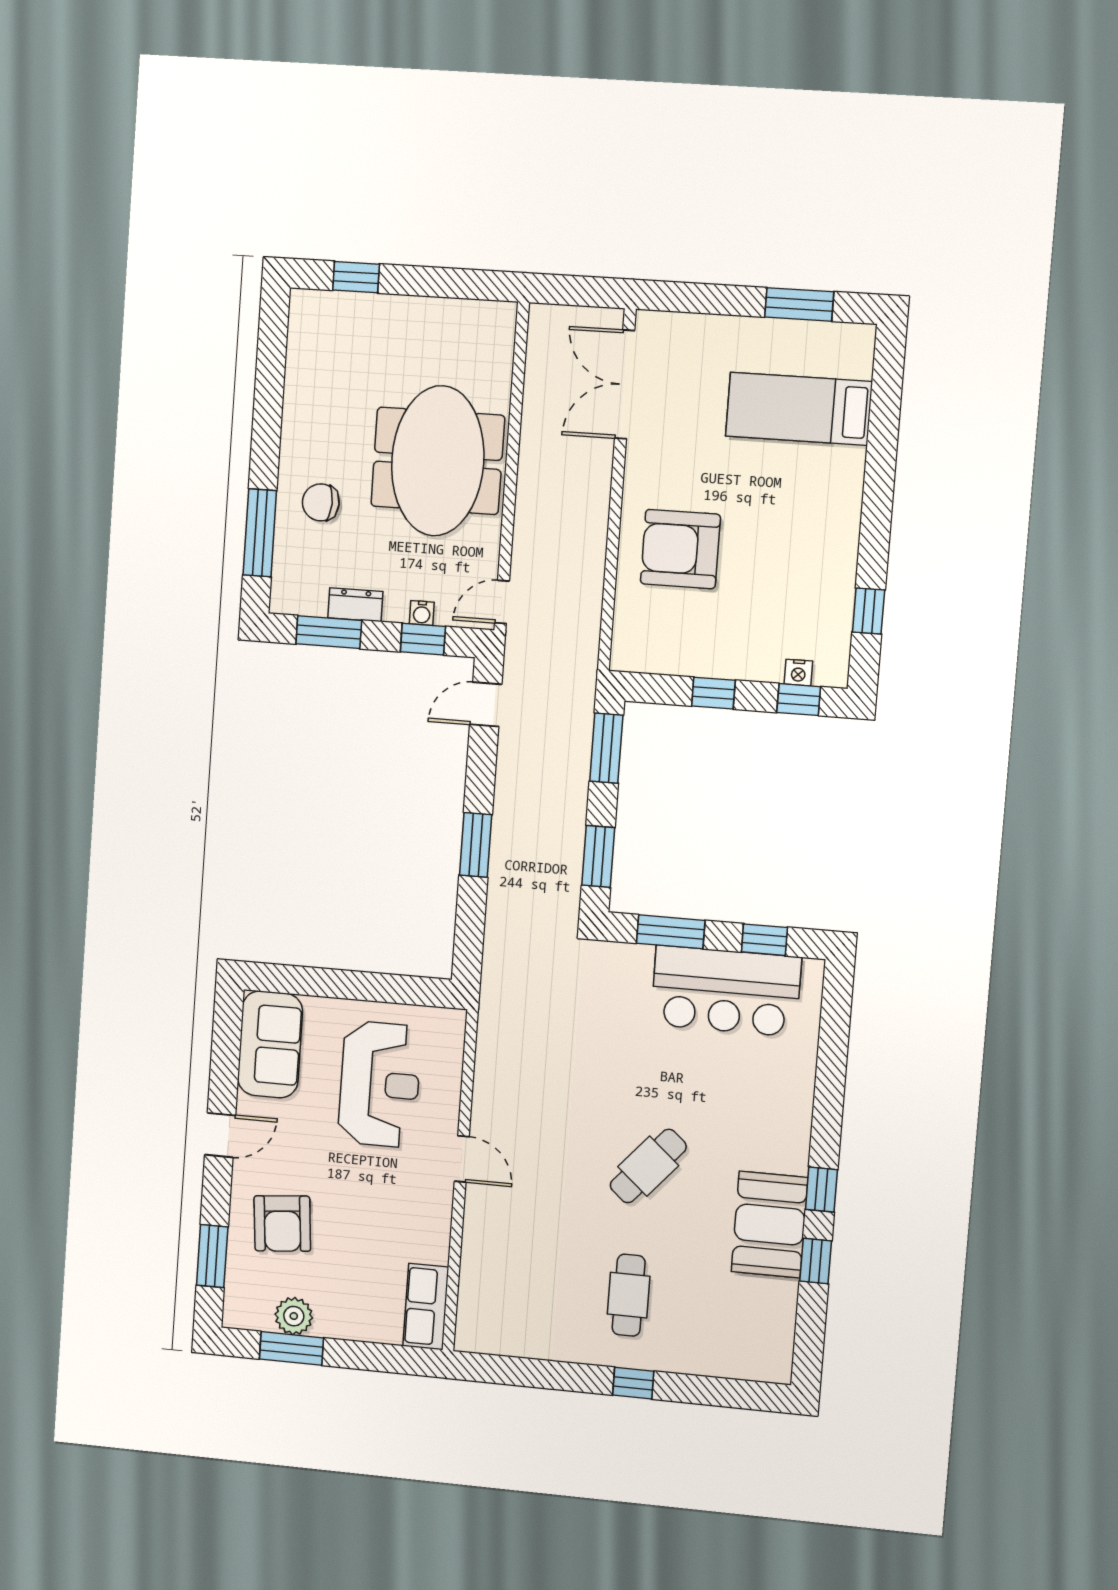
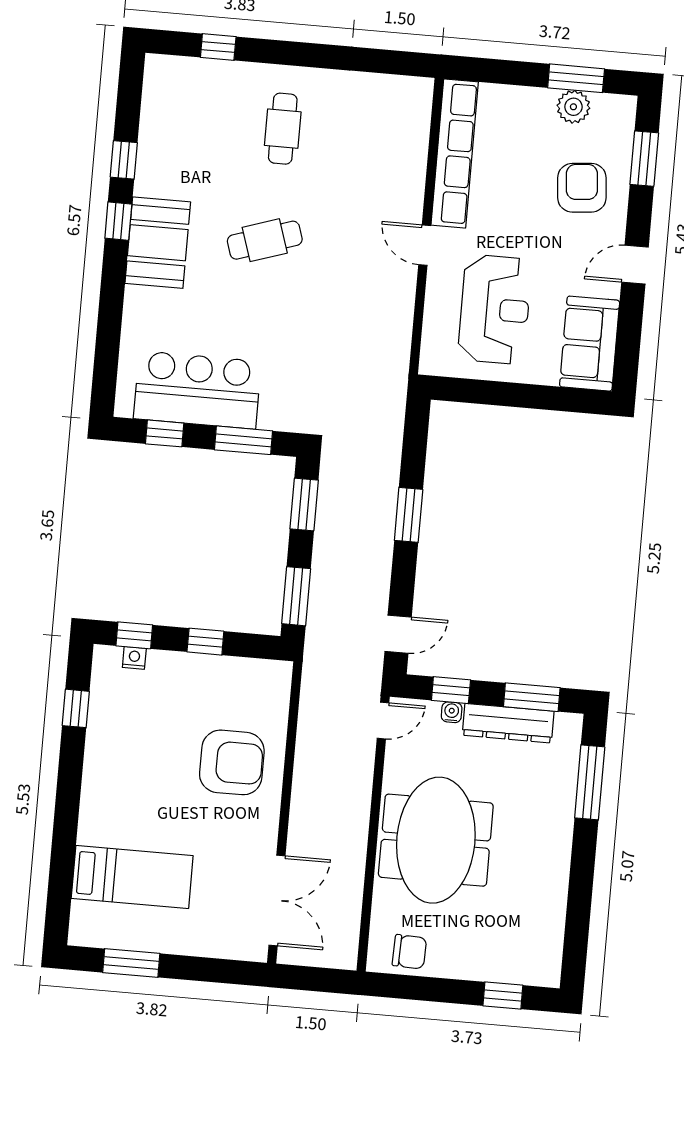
chair: (321, 502) -> (409, 952), moved
dresser: (355, 605) -> (508, 723), width x1.96, depth x1.24
reception desk: (380, 1084) -> (495, 309), turned 180
cafe table: (648, 1166) -> (265, 240), turned 31
booth: (770, 1225) -> (158, 243), moved
row of seats: (426, 1307) -> (455, 153), width x2.02
window: (633, 1383) -> (218, 47), moved

